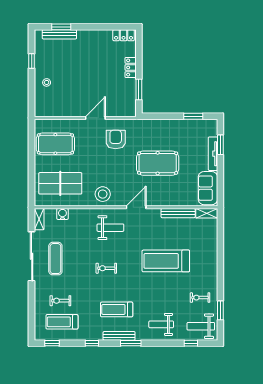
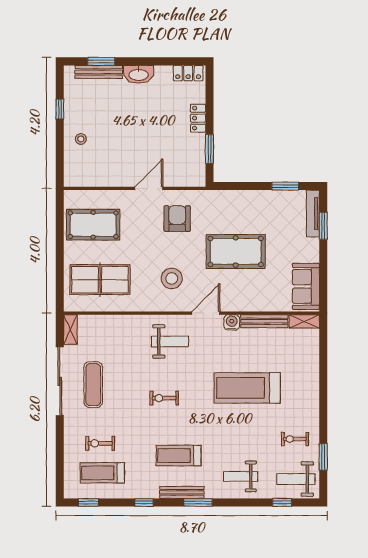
washbasin: (88, 36) -> (139, 74), added
tv unit: (213, 154) -> (313, 214), moved
stool: (103, 194) -> (172, 278), moved
water cooler: (62, 214) -> (232, 322), moved

